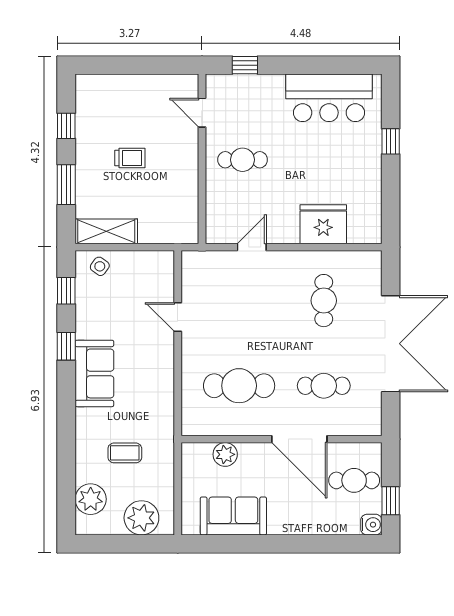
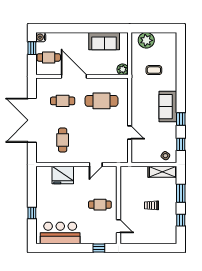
plant: (225, 454) -> (123, 69), moved
plant: (91, 499) -> (170, 49), removed

